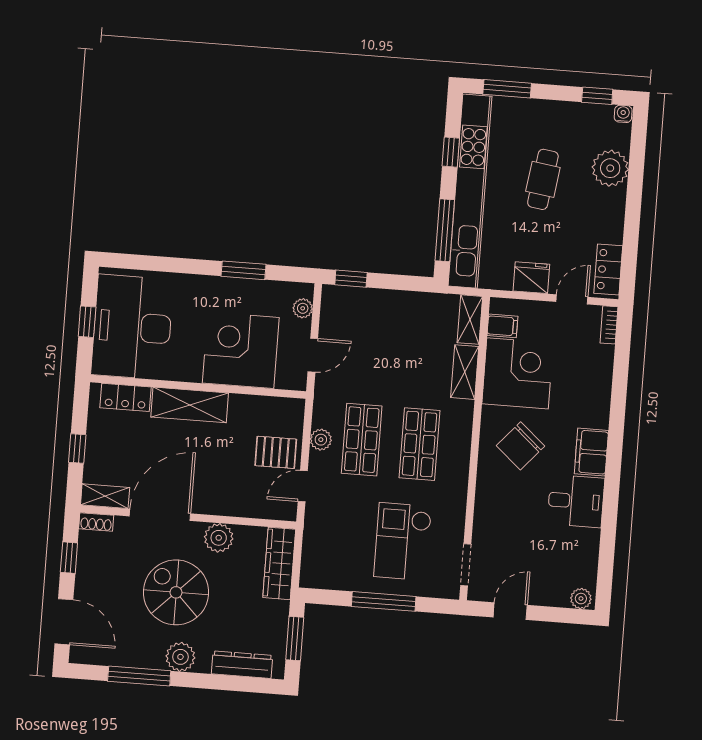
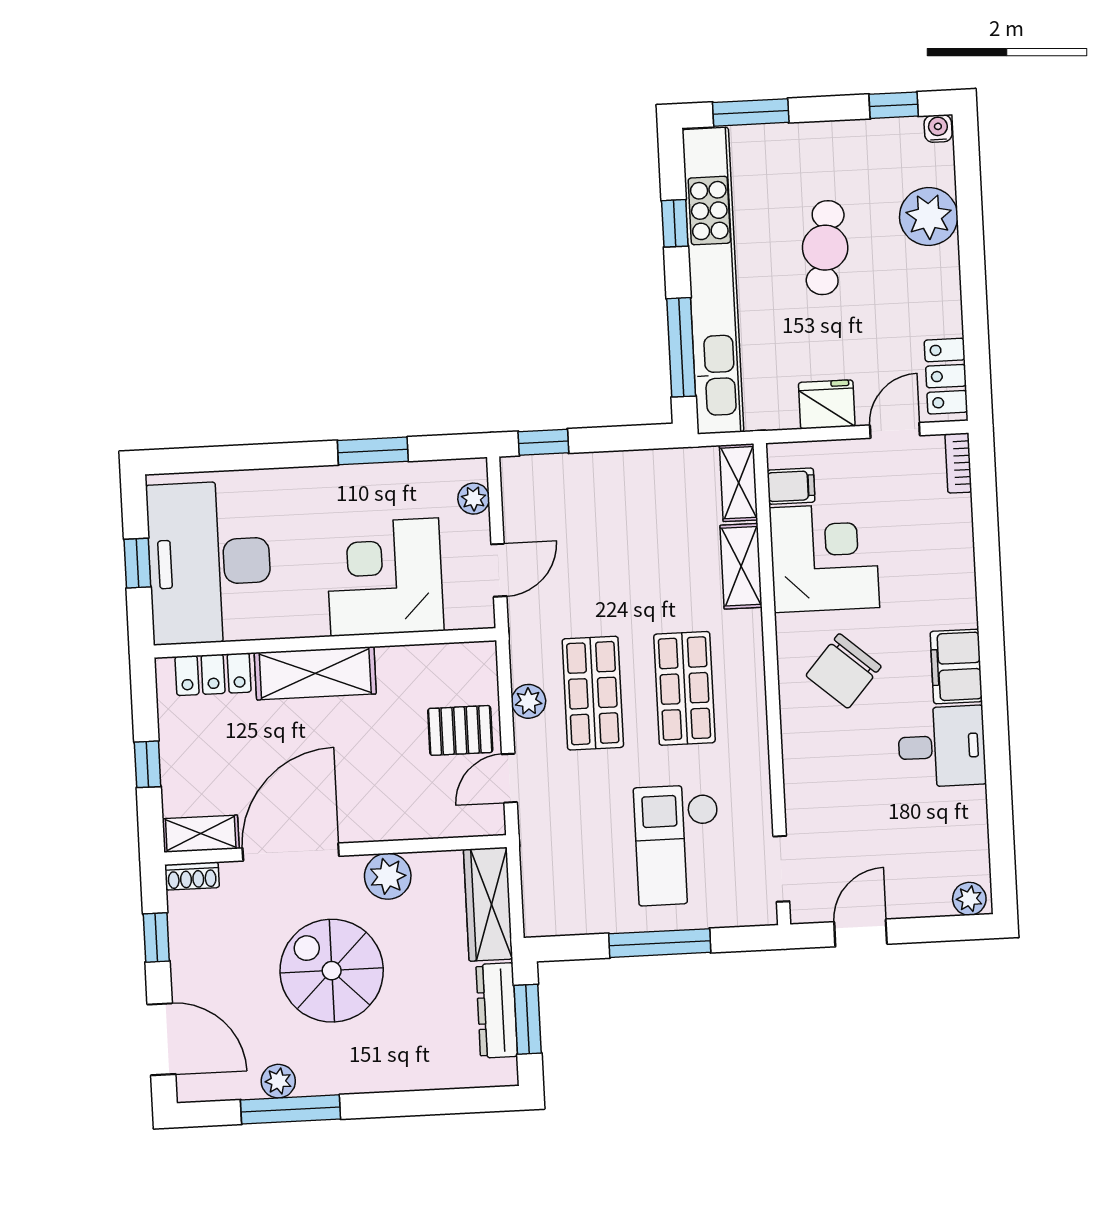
plant: (180, 657) -> (278, 1081), moved, width x0.73, depth x0.73
dresser: (242, 665) -> (497, 1010), moved, turned -90

